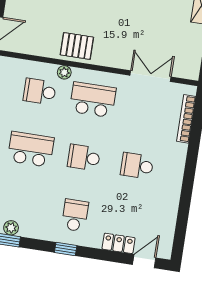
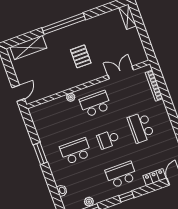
pallet: (77, 46) -> (81, 56), moved, turned 90
school desk: (40, 91) -> (63, 116), removed
school desk: (137, 166) -> (141, 127), width x1.85
school desk: (75, 215) -> (121, 175), width x1.85

